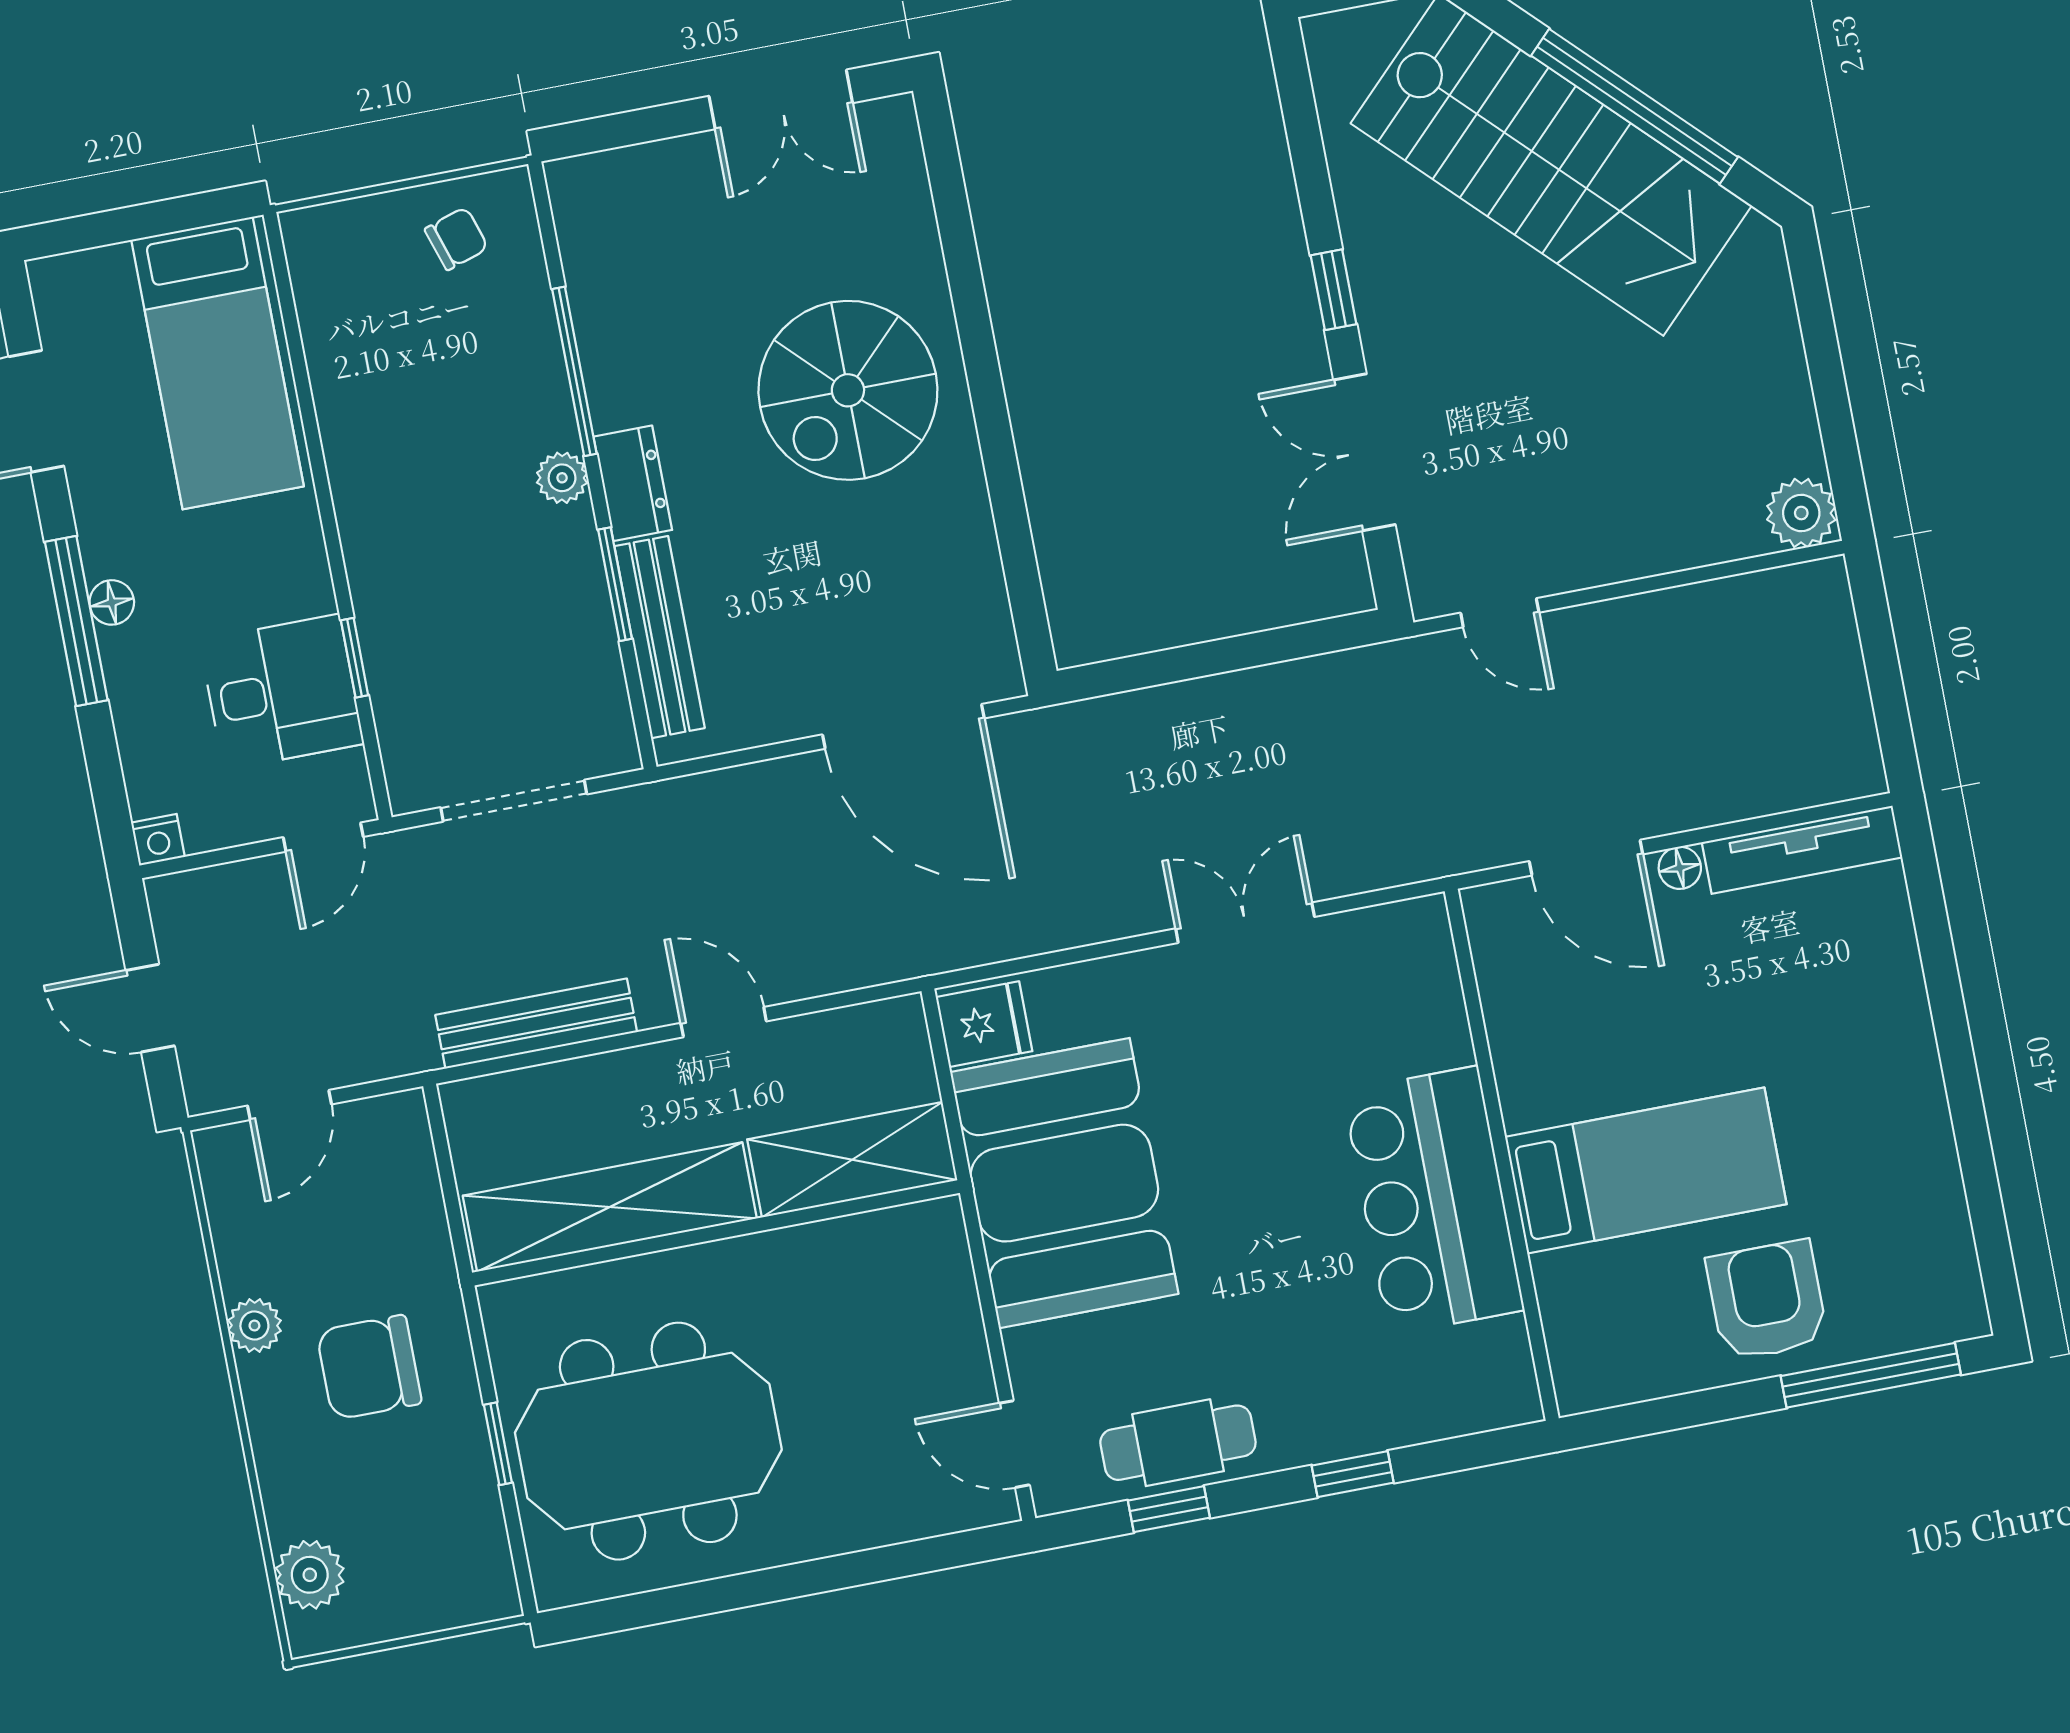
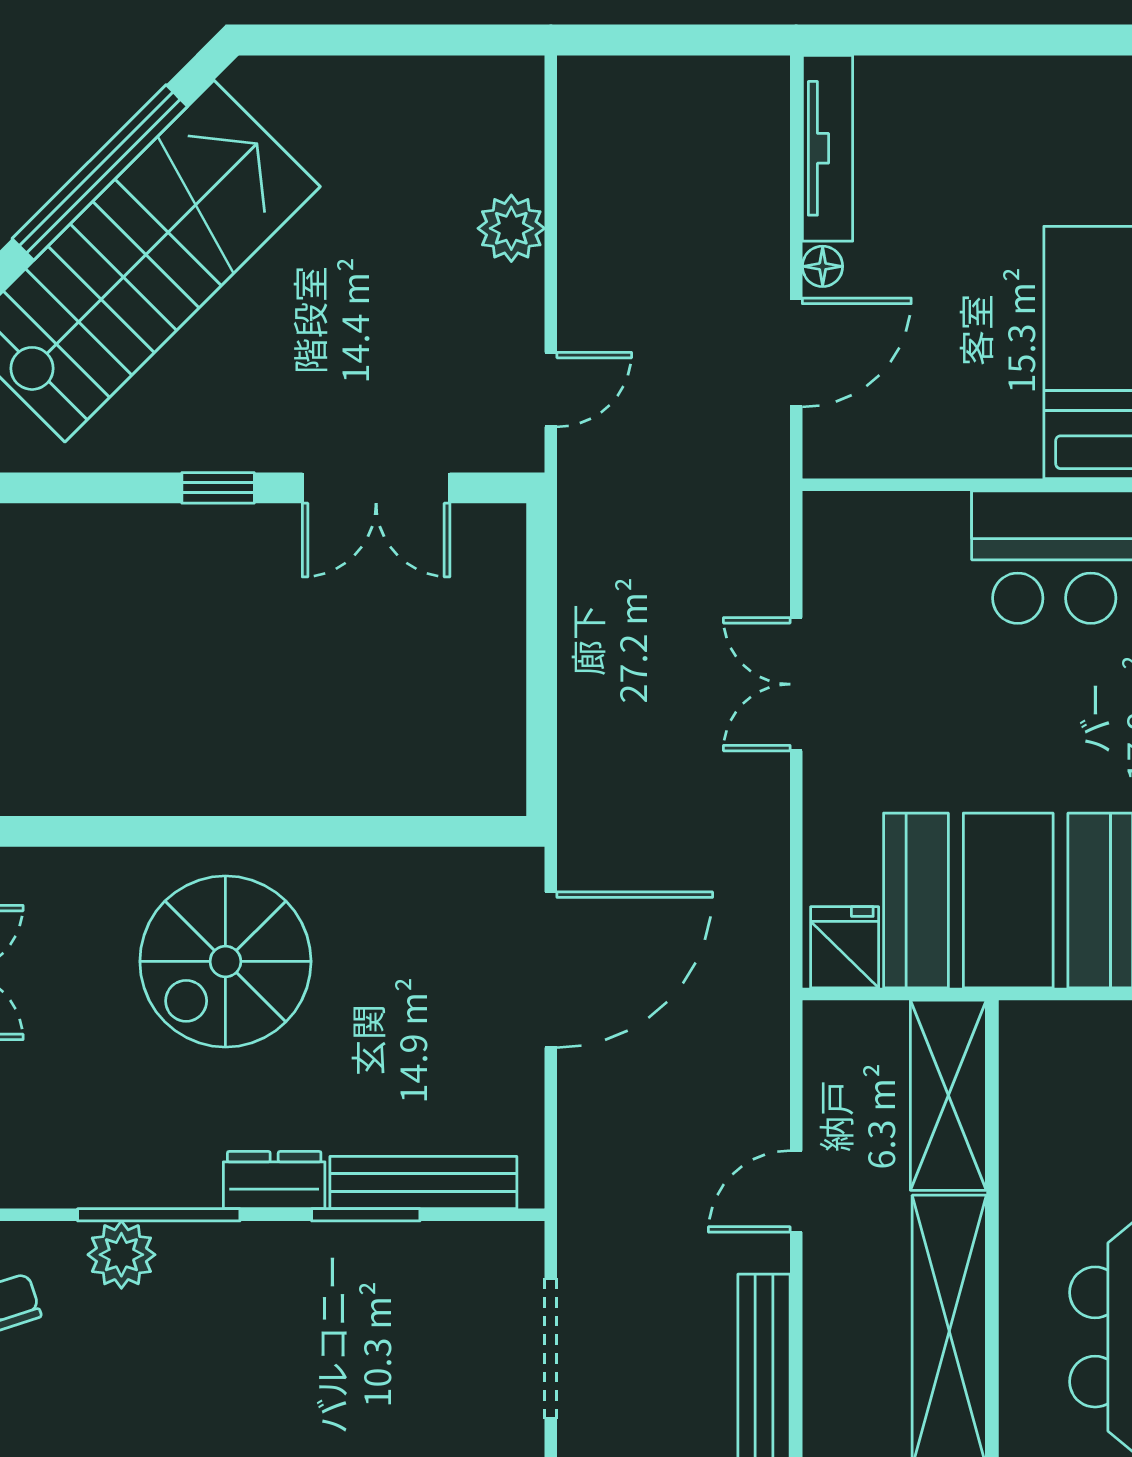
spiral stairs: (848, 390) -> (225, 961), turned 90
plant: (562, 478) -> (121, 1255), moved, width x1.38, depth x1.38
plant: (1801, 513) -> (511, 228), moved

